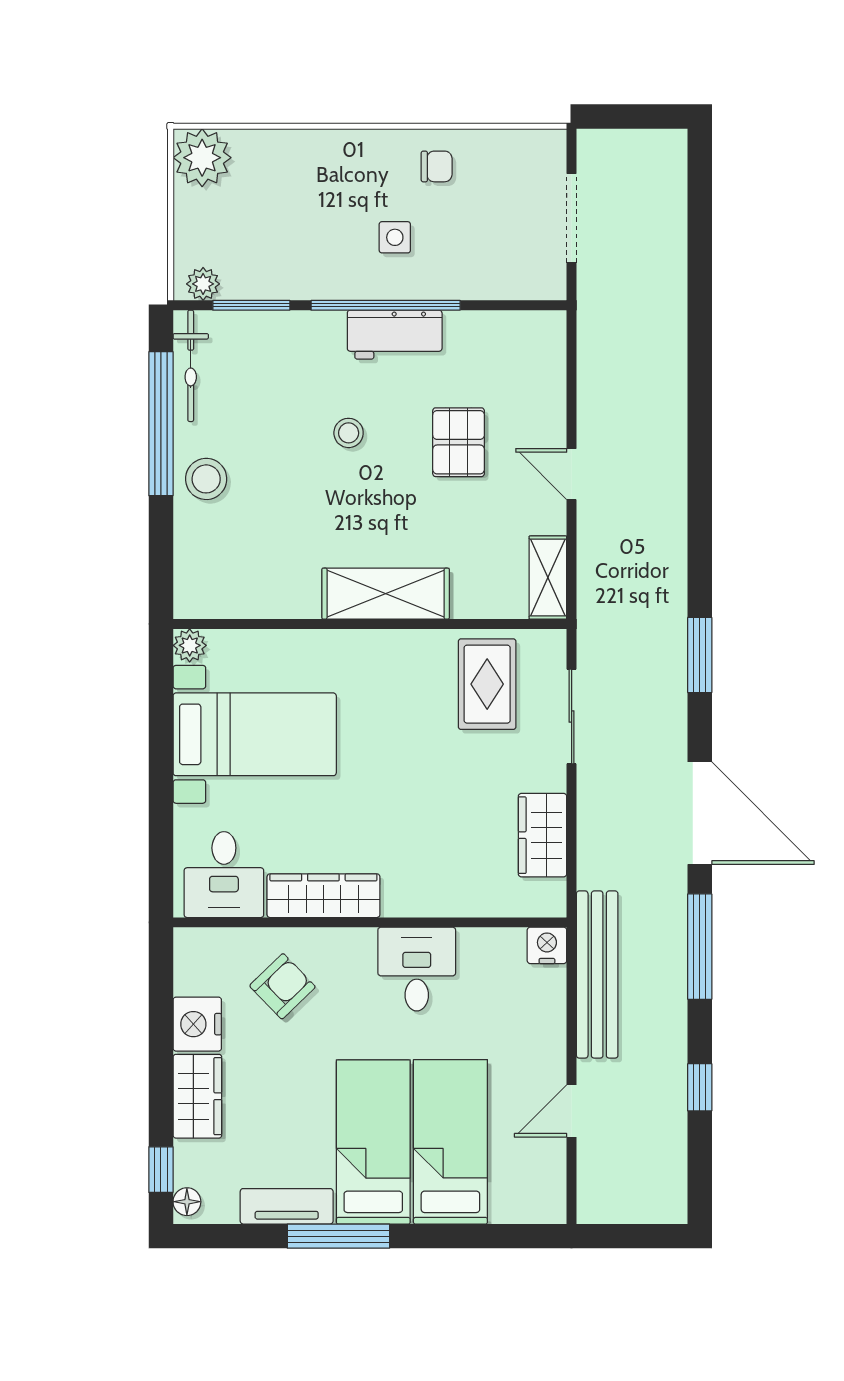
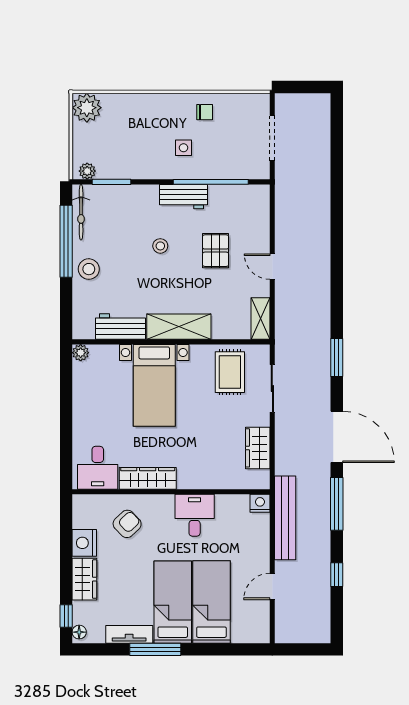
window: (386, 305) -> (211, 182), moved
workbench: (269, 593) -> (120, 327), added
bed with nightstands: (255, 734) -> (154, 385), moved, turned 90

